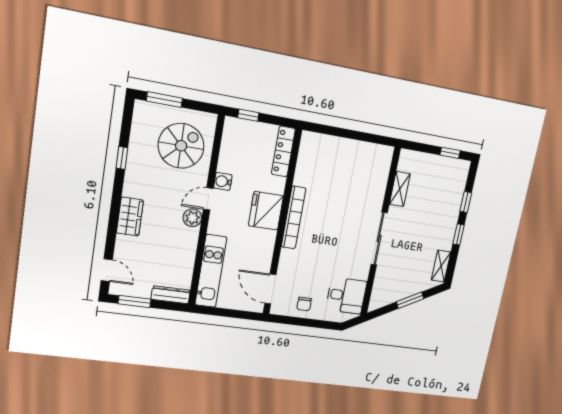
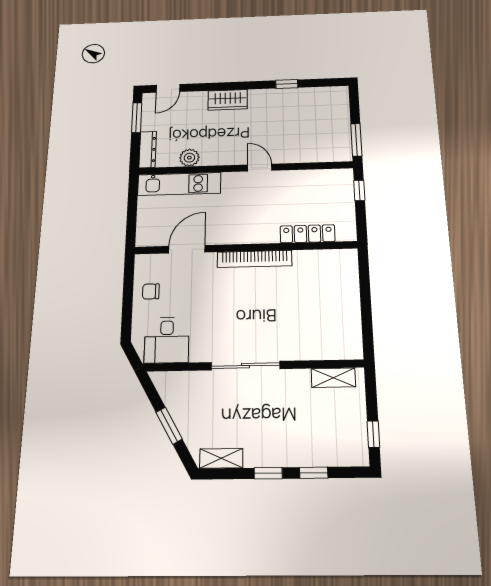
window: (164, 100) -> (356, 140), moved
spiral stairs: (181, 146) -> (311, 133), removed
locker: (283, 151) -> (307, 234), moved
water cooler: (223, 181) -> (282, 178), removed
shelving: (400, 189) -> (333, 378), moved
fridge: (266, 211) -> (257, 228), removed
plant: (192, 218) -> (189, 158), moved
door: (270, 289) -> (187, 249), moved

